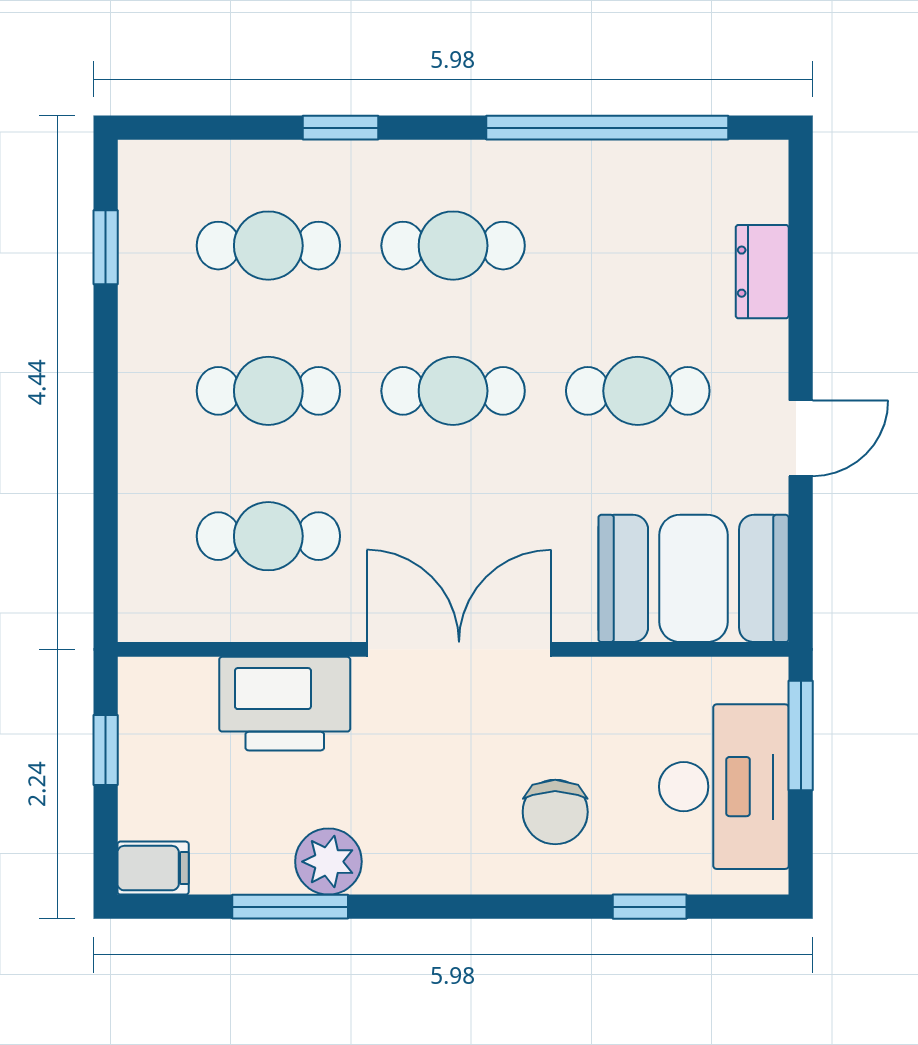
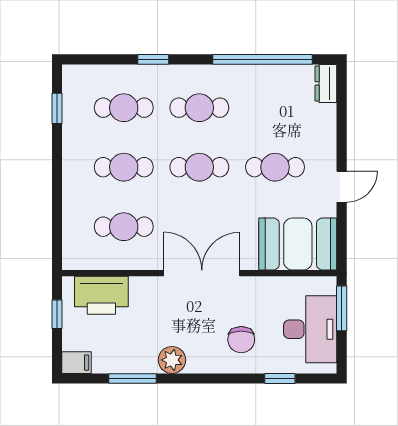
dresser: (762, 272) -> (326, 83), moved
printer: (285, 704) -> (101, 295), moved
plant: (328, 862) -> (172, 360), moved

